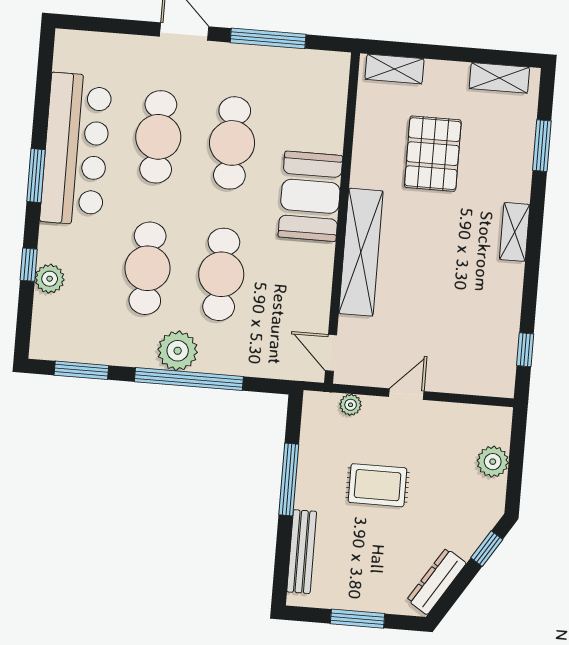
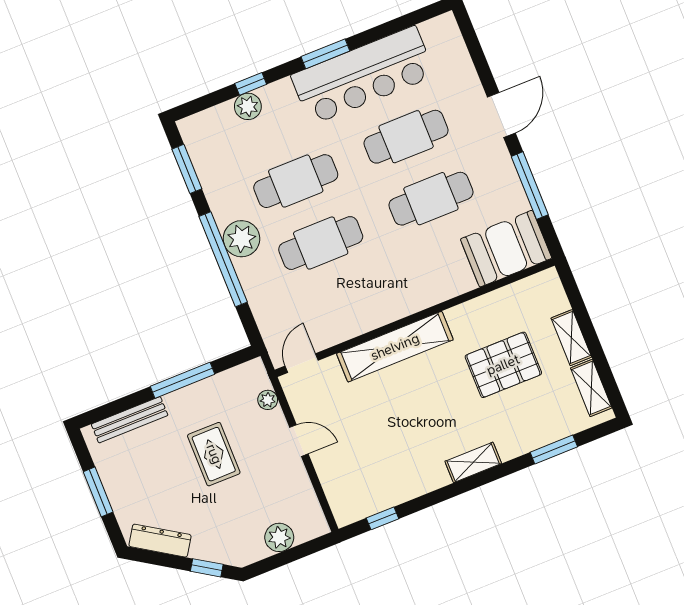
shelving: (394, 69) -> (571, 338), moved
booth: (310, 196) -> (506, 249), moved

